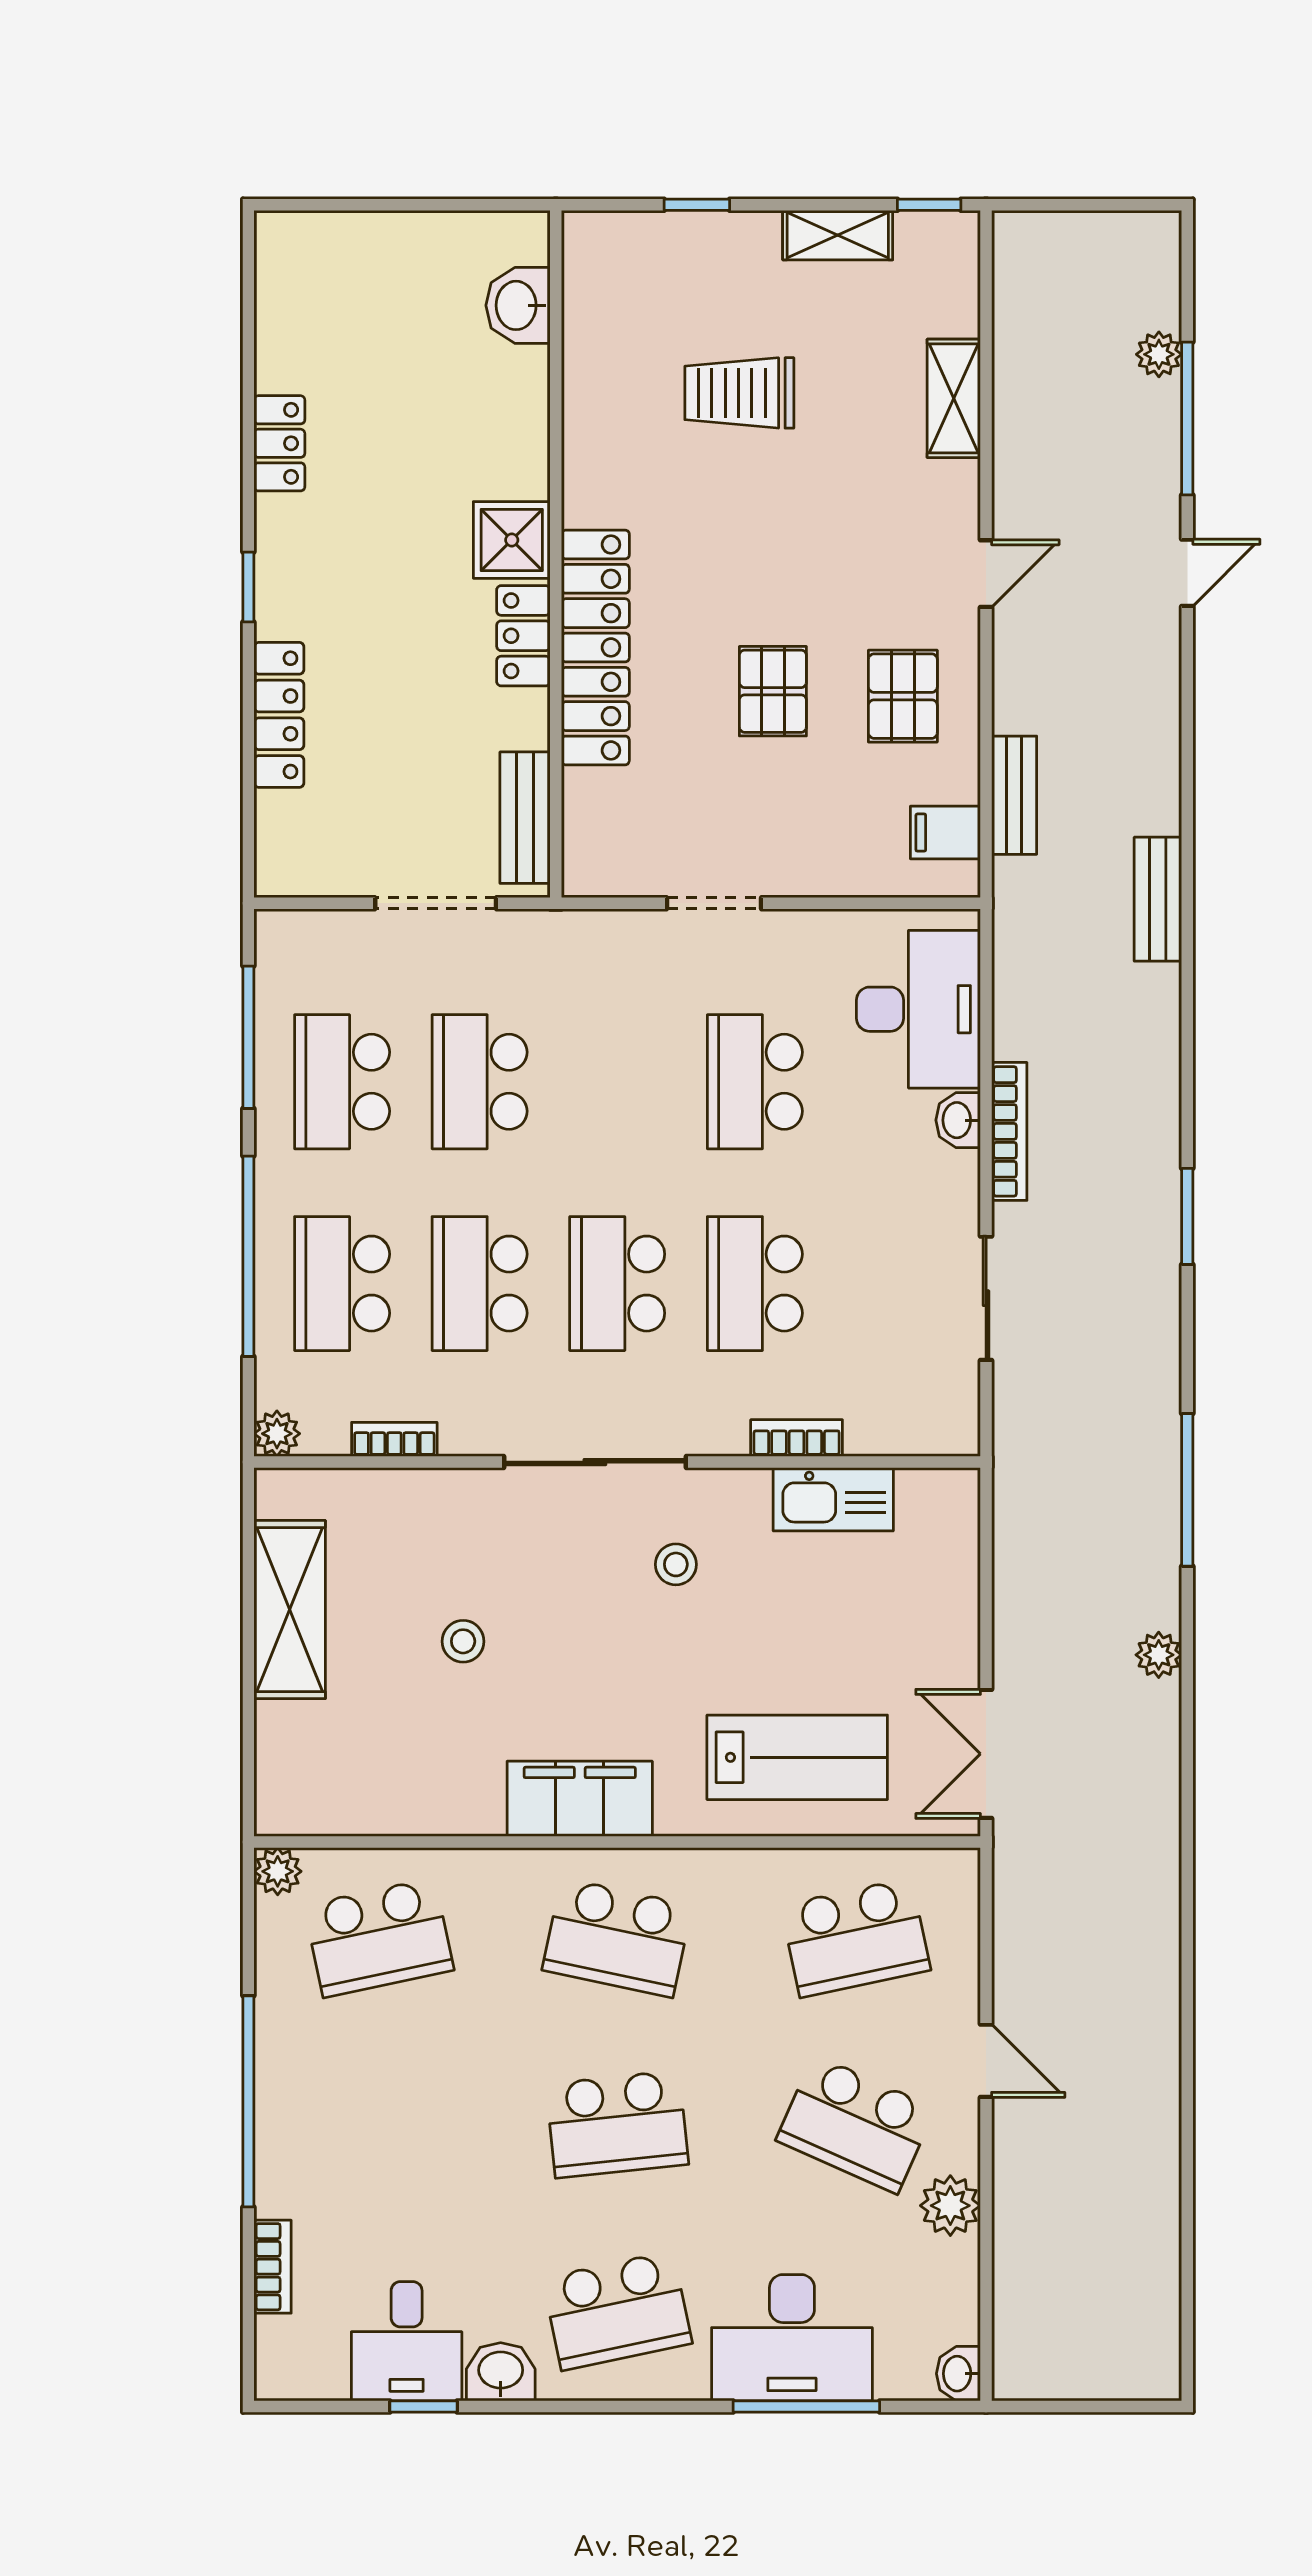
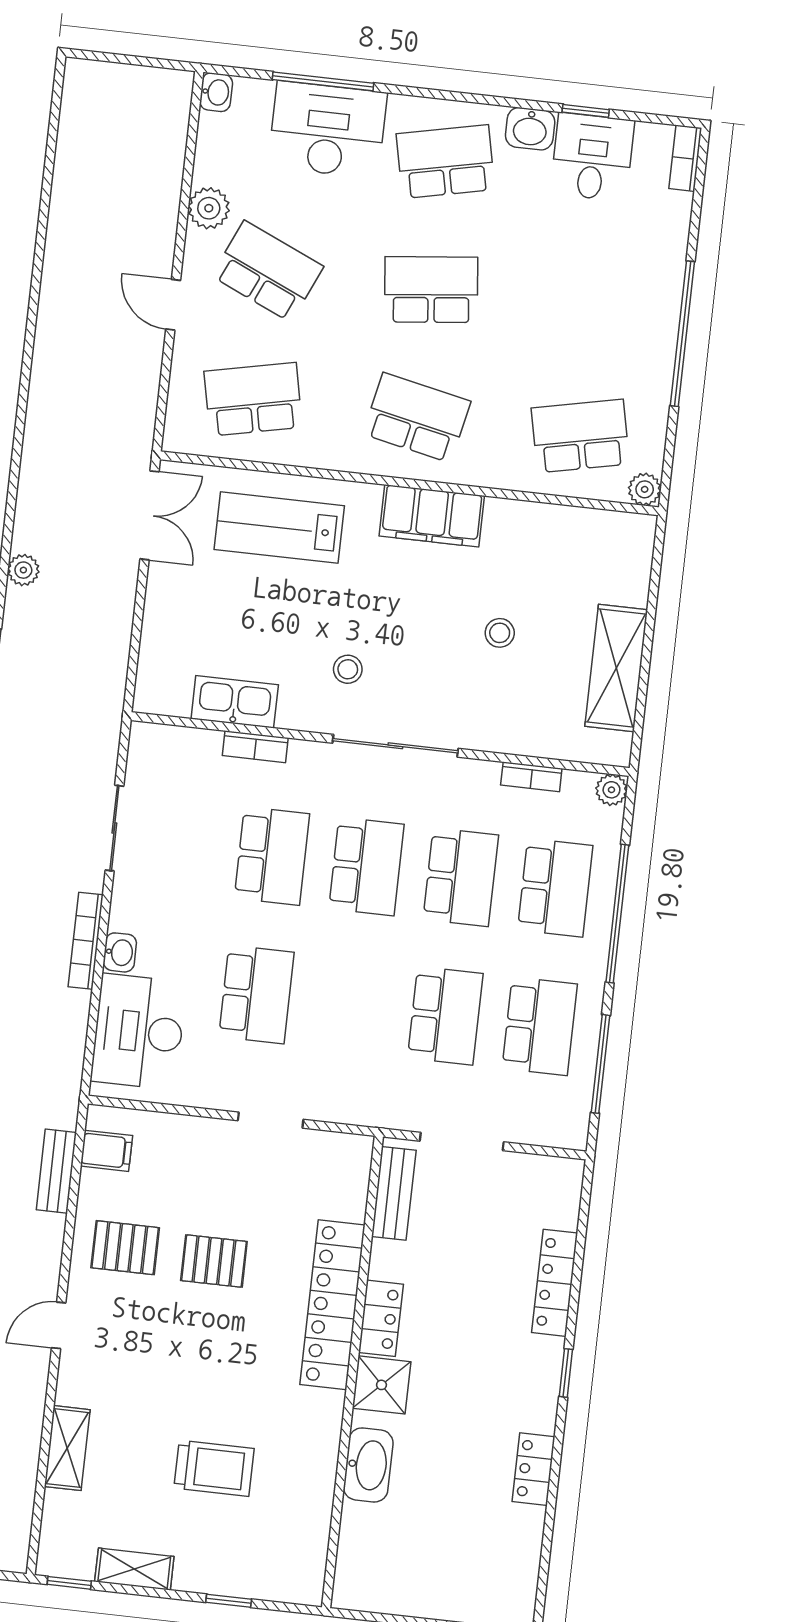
washbasin: (518, 305) -> (368, 1465), moved, width x1.38
pallet: (773, 691) -> (214, 1261), turned 90
pallet: (903, 696) -> (125, 1248), turned 90
bookcase: (273, 2267) -> (685, 158), moved

